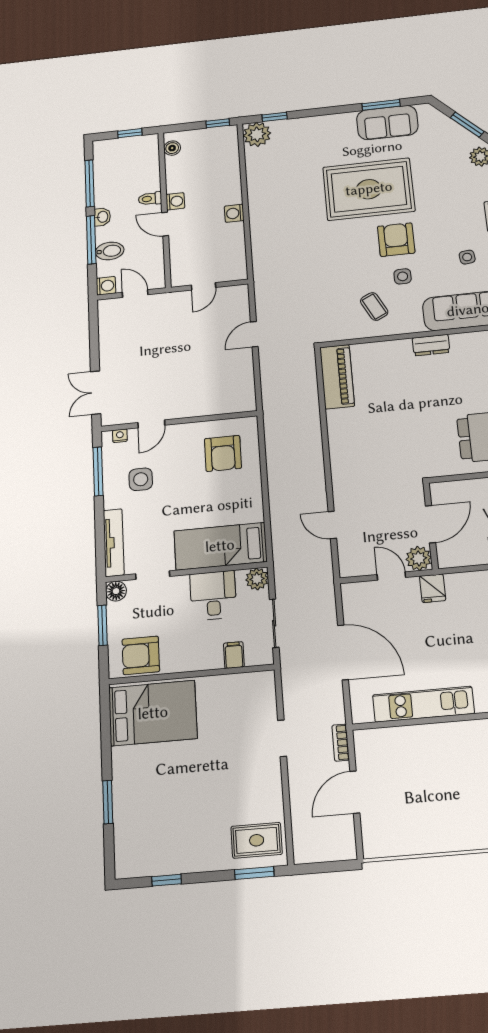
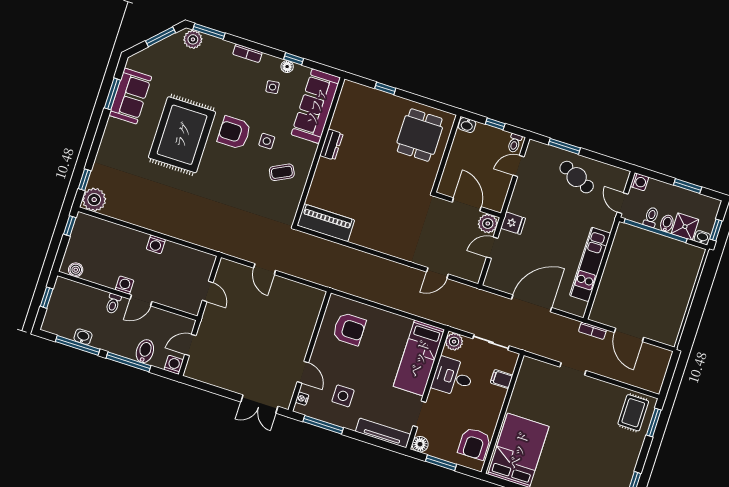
washbasin: (102, 217) -> (83, 337), moved

